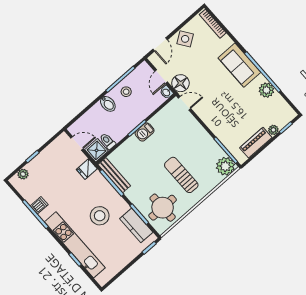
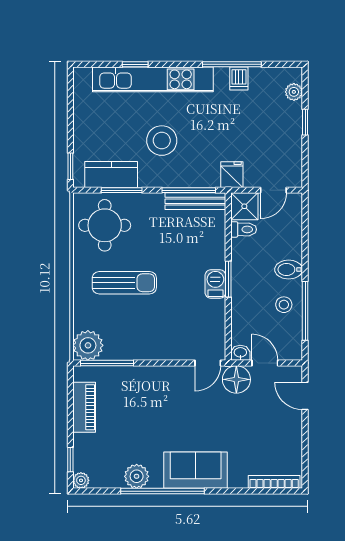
side table: (185, 39) -> (285, 432), removed
plant: (273, 130) -> (81, 480), moved

